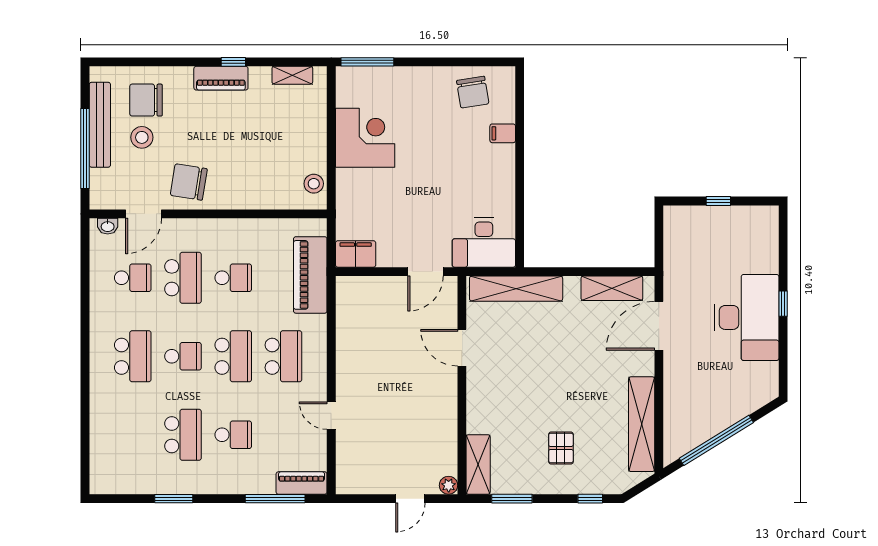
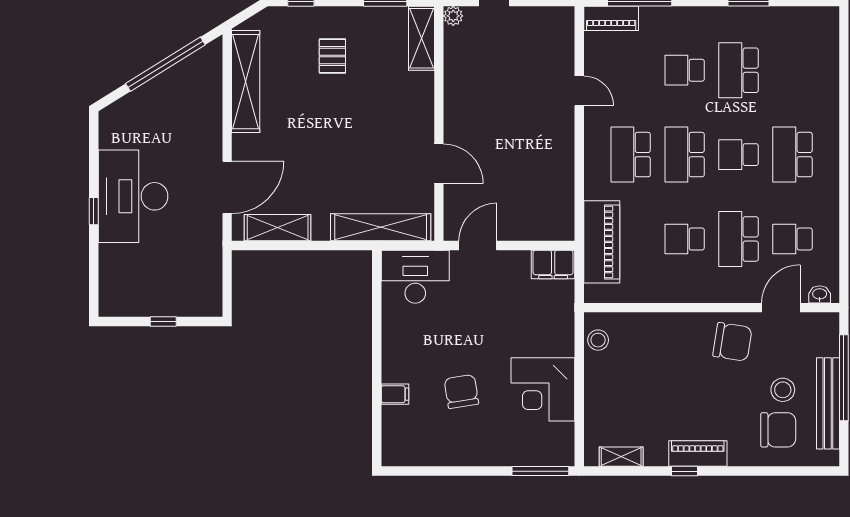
chair: (473, 92) -> (461, 391), moved

